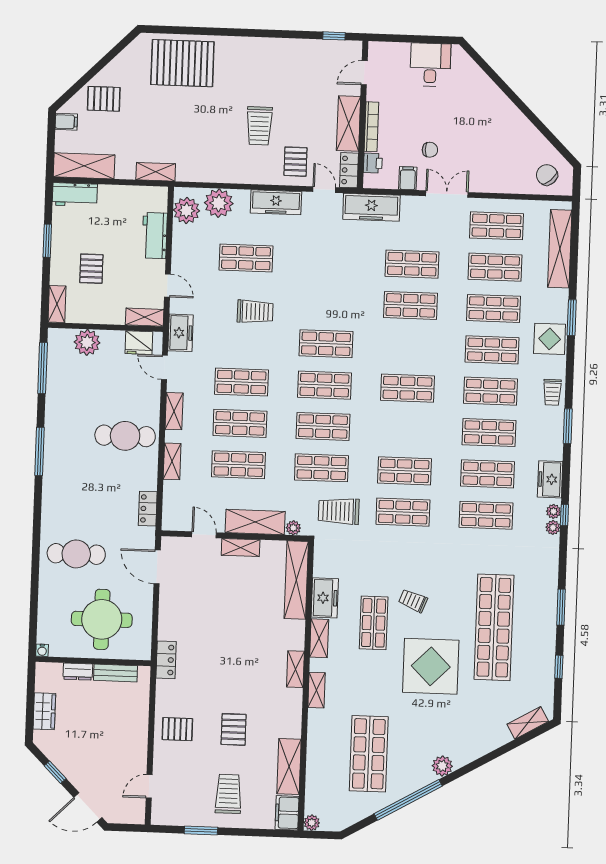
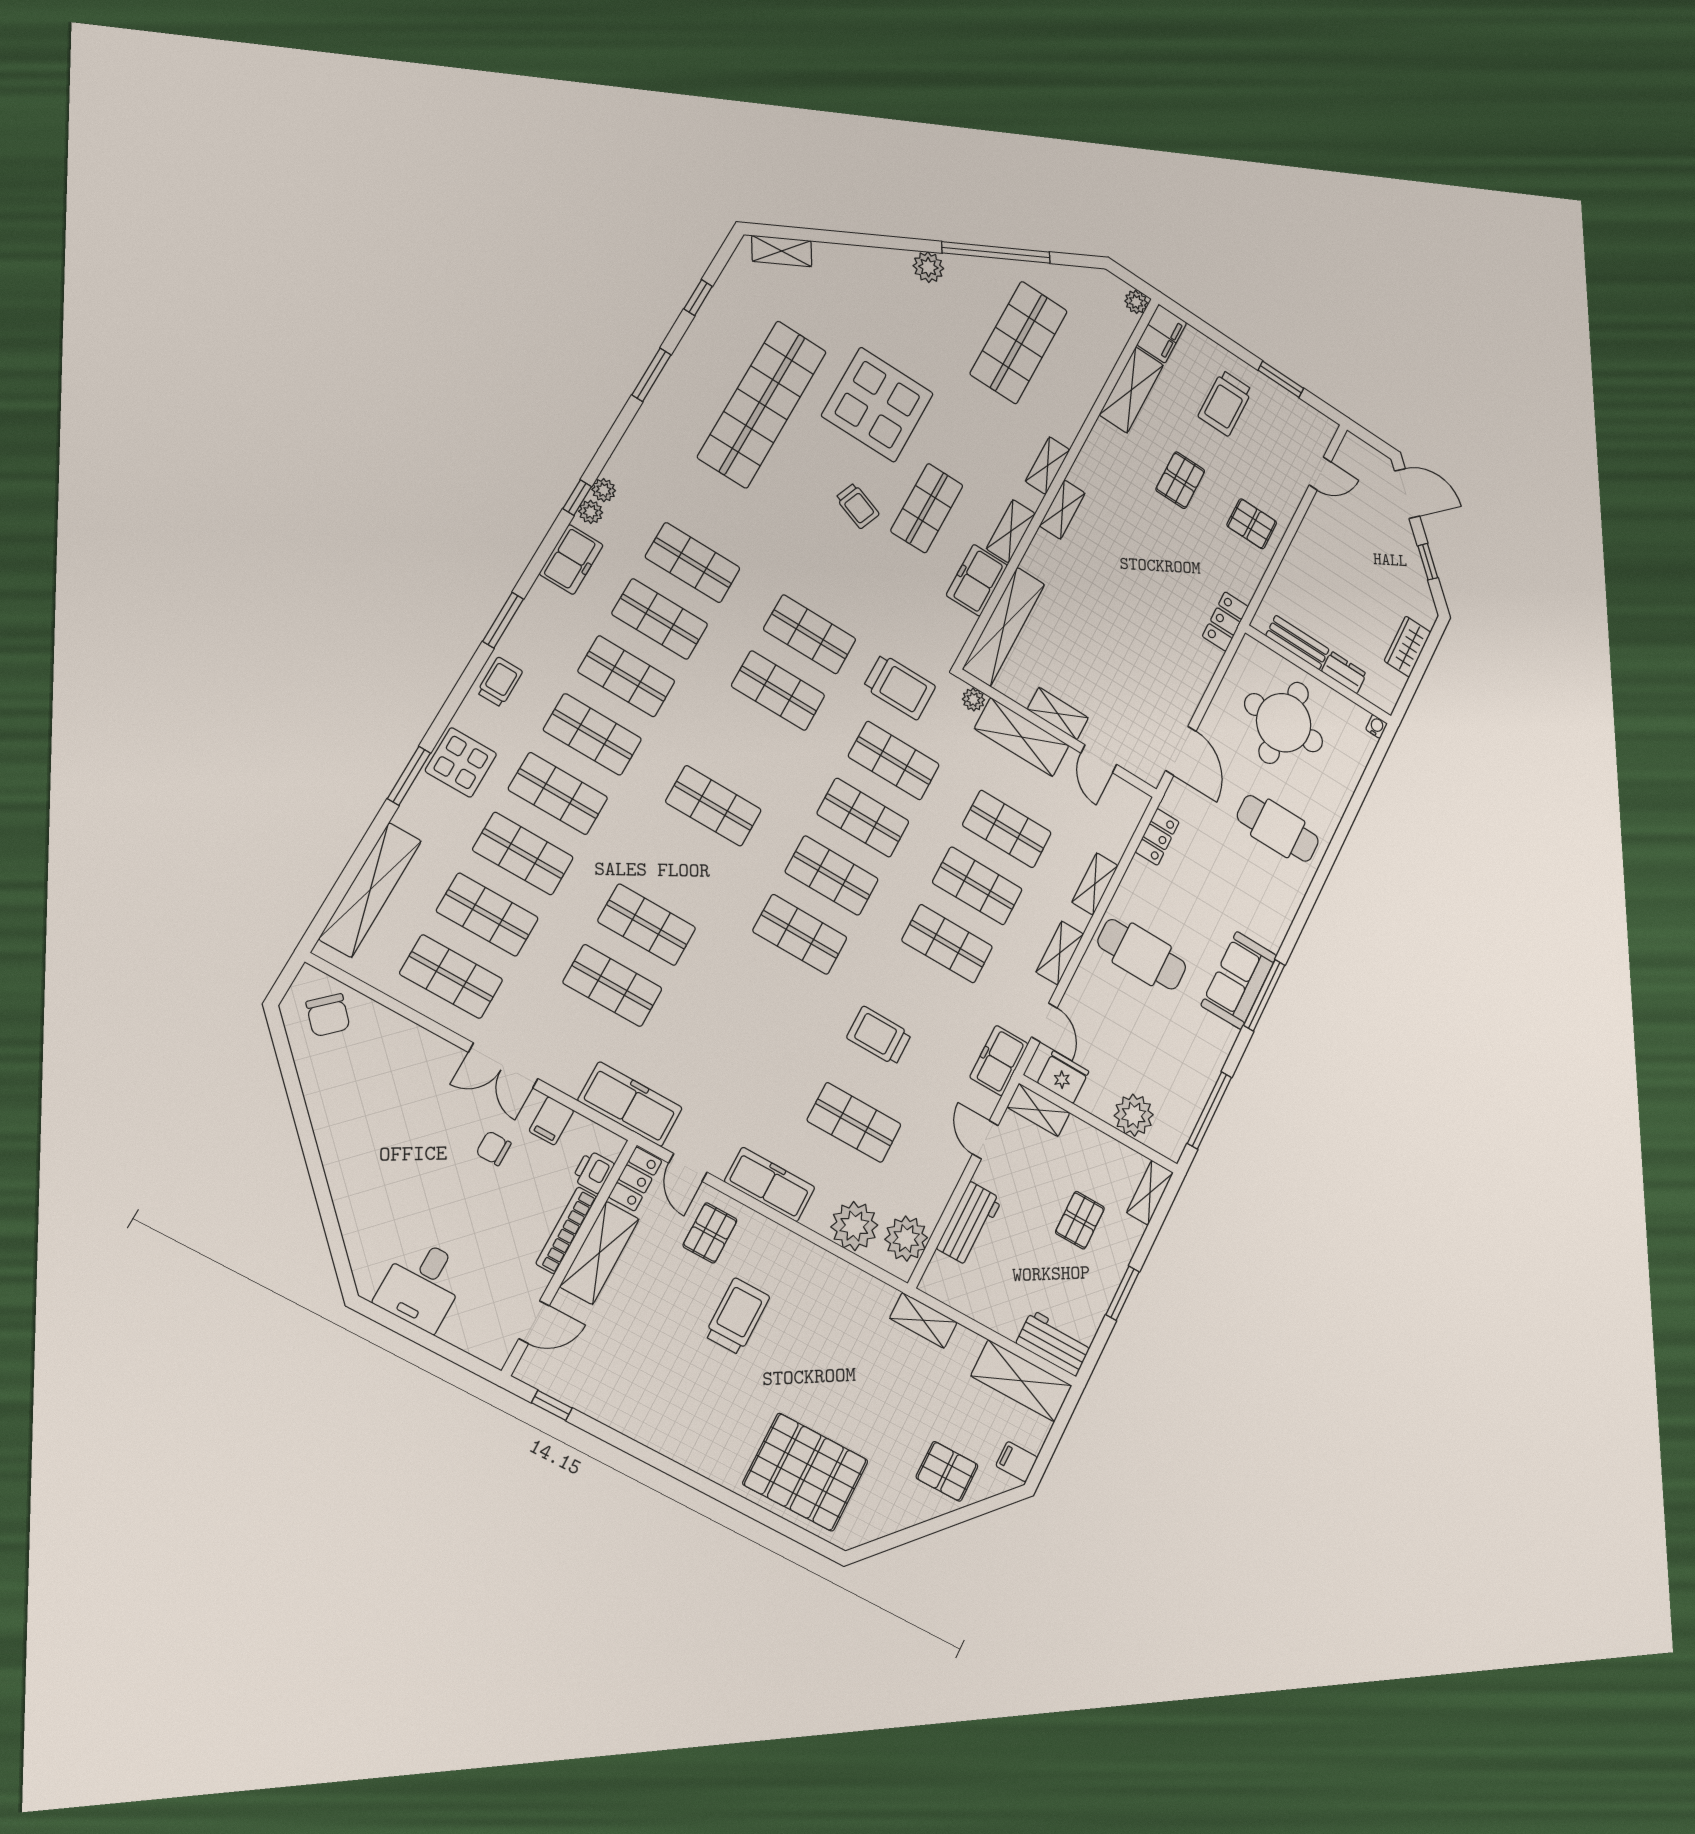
sofa: (59, 452) -> (1239, 980), added

